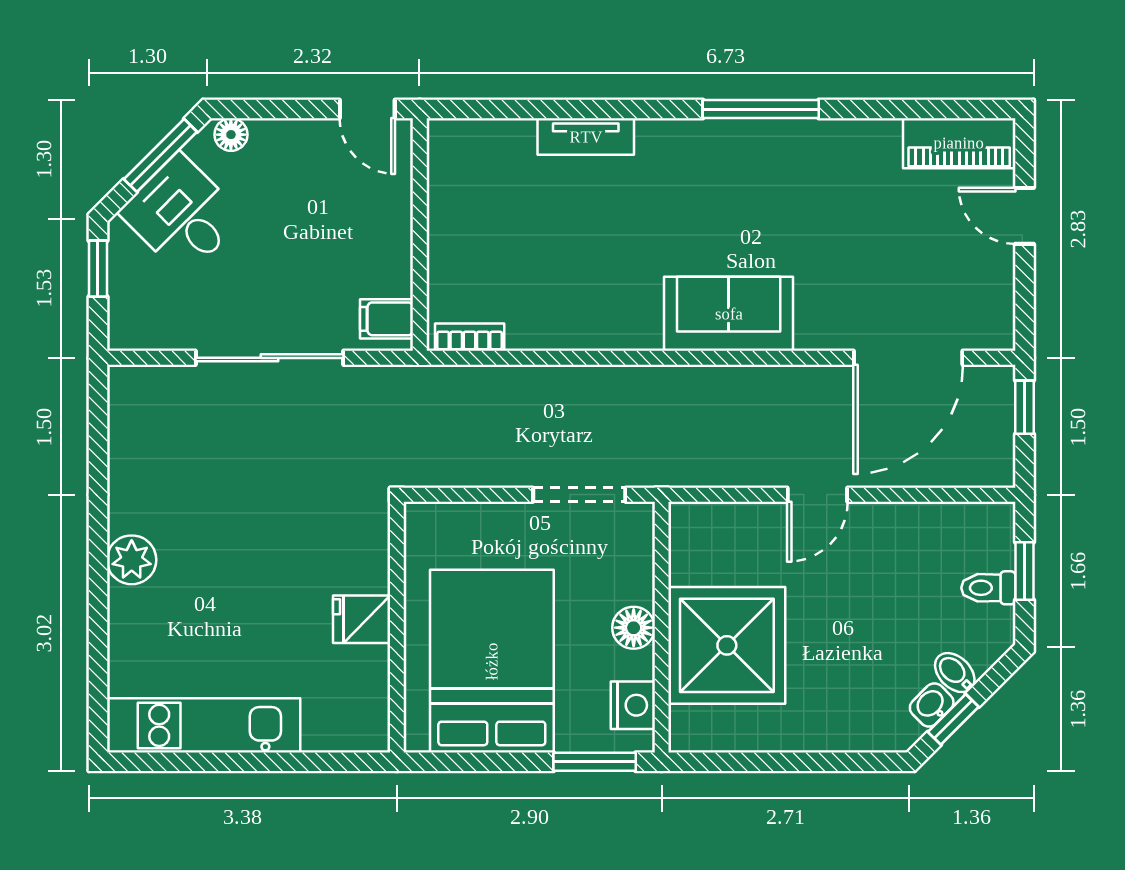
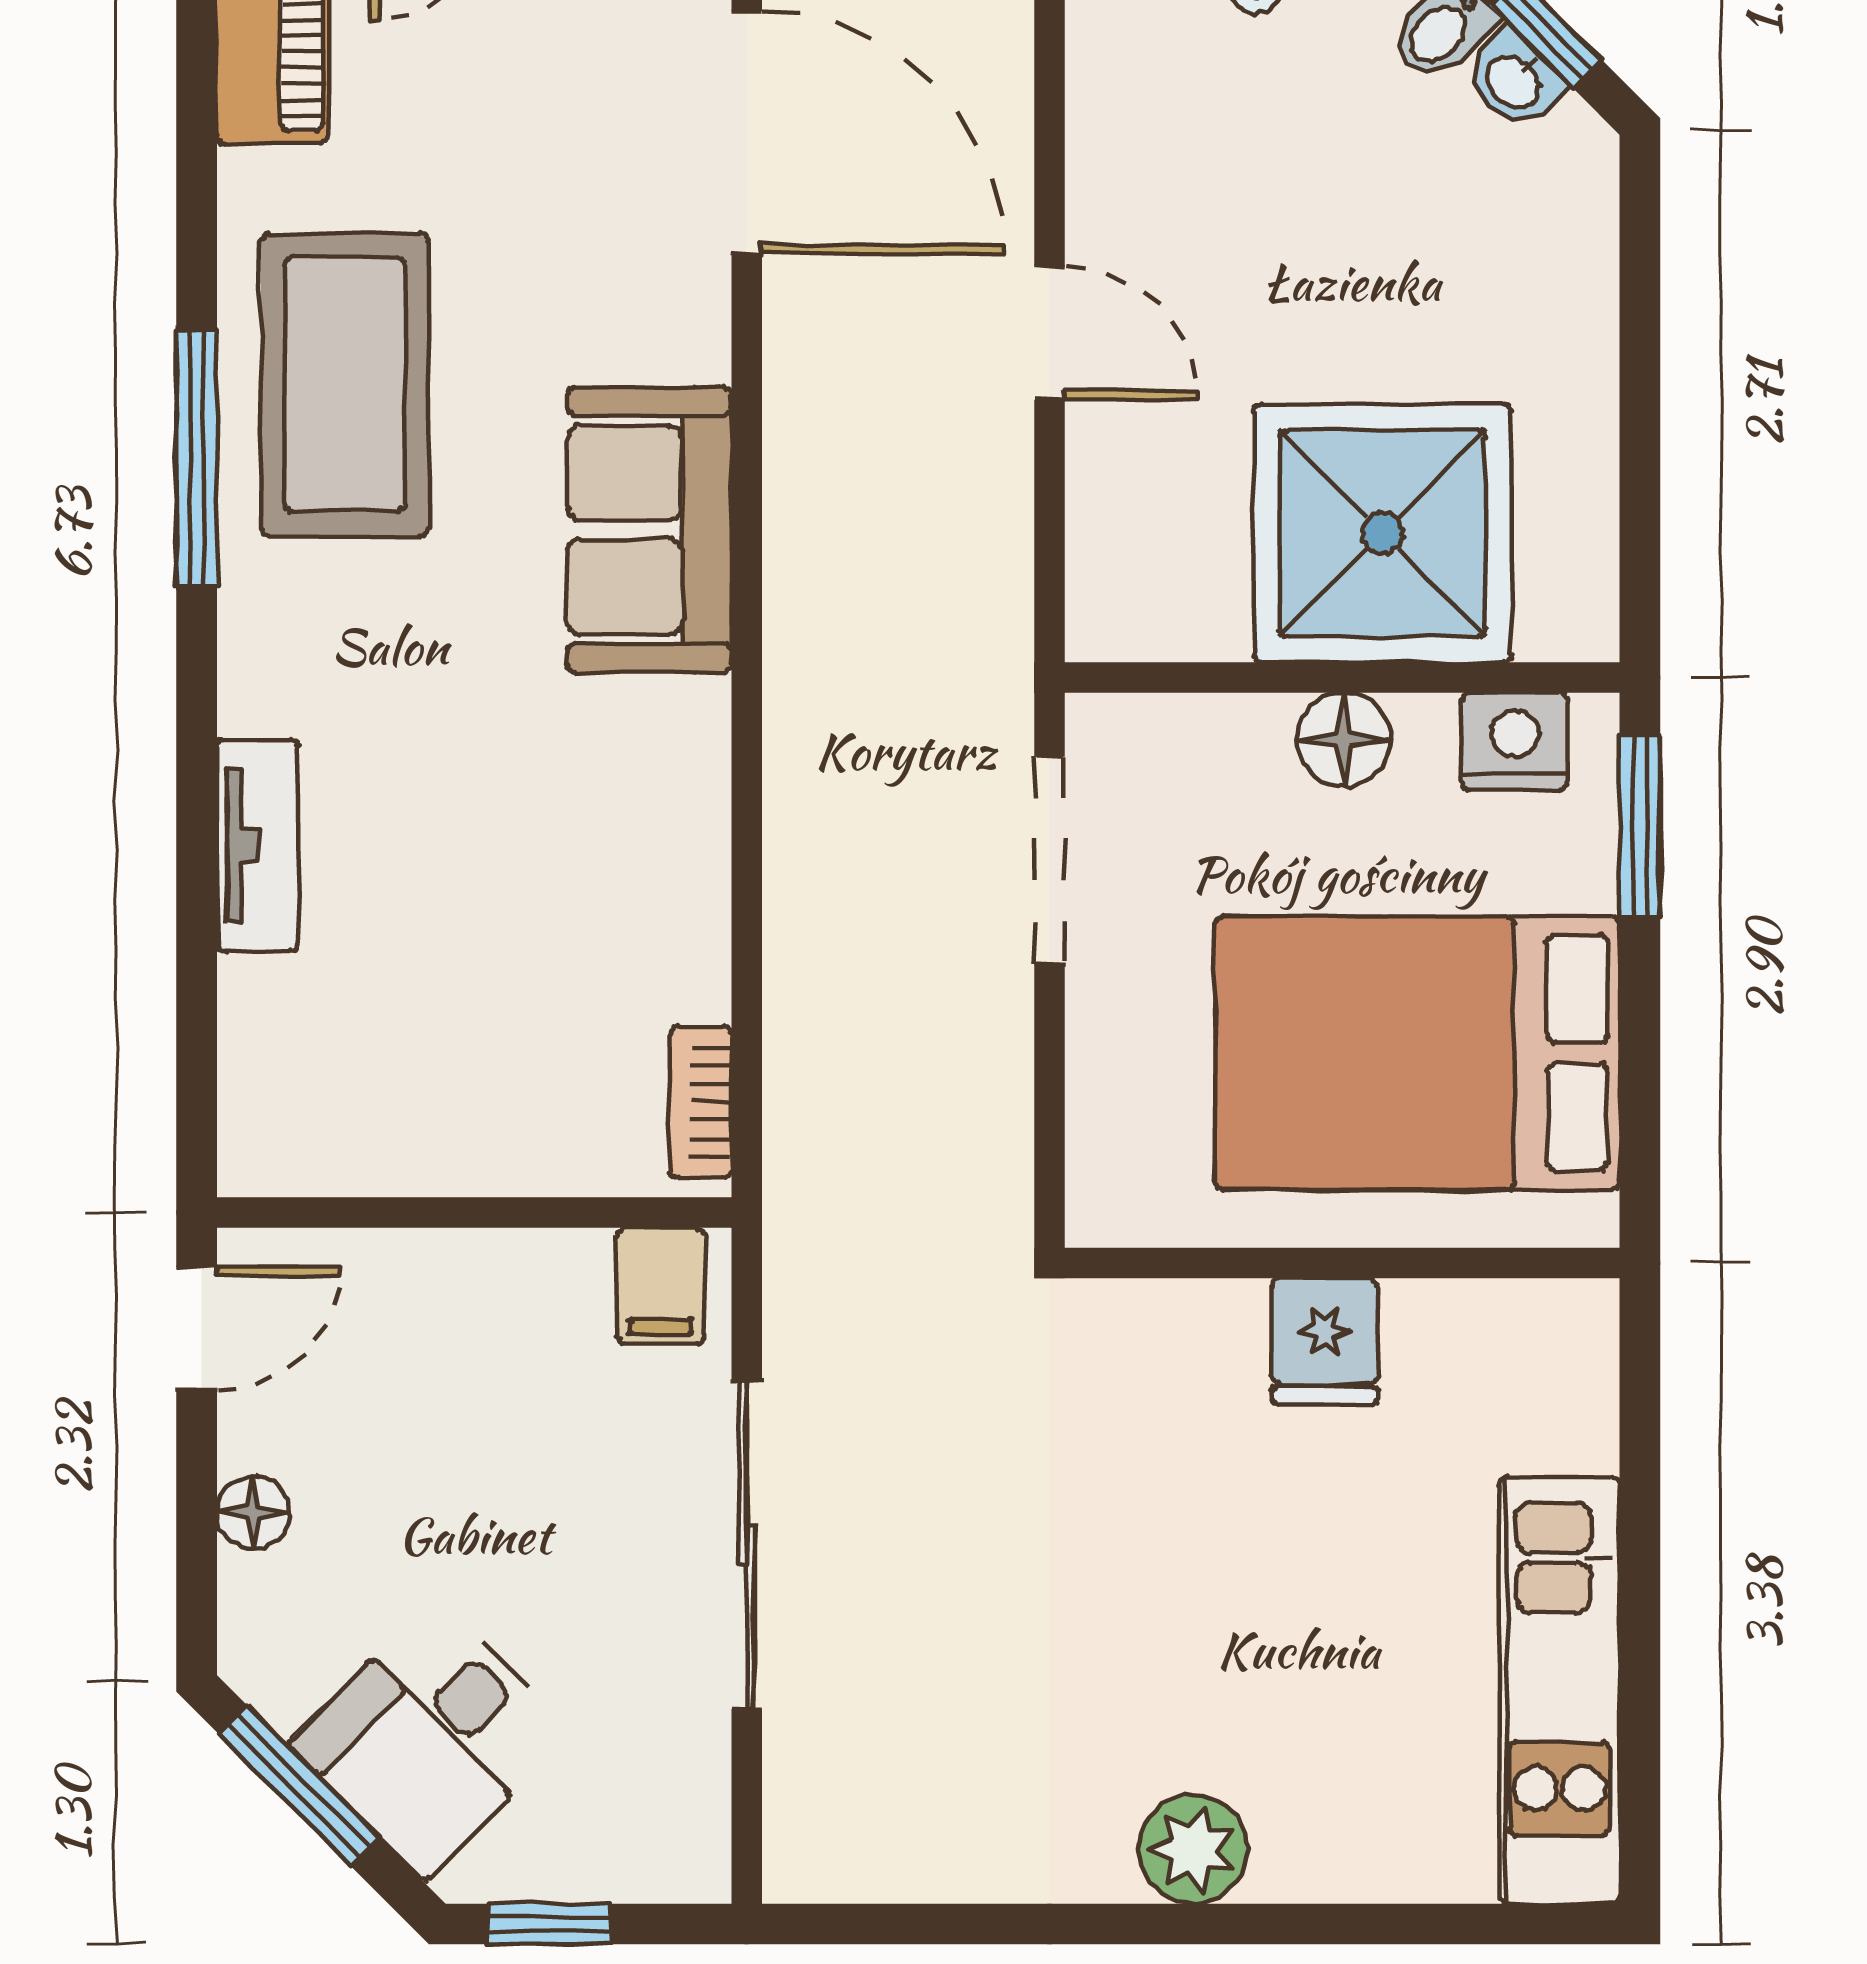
floor lamp: (231, 135) -> (253, 1512), moved
coffee table: (794, 176) -> (345, 385), added

